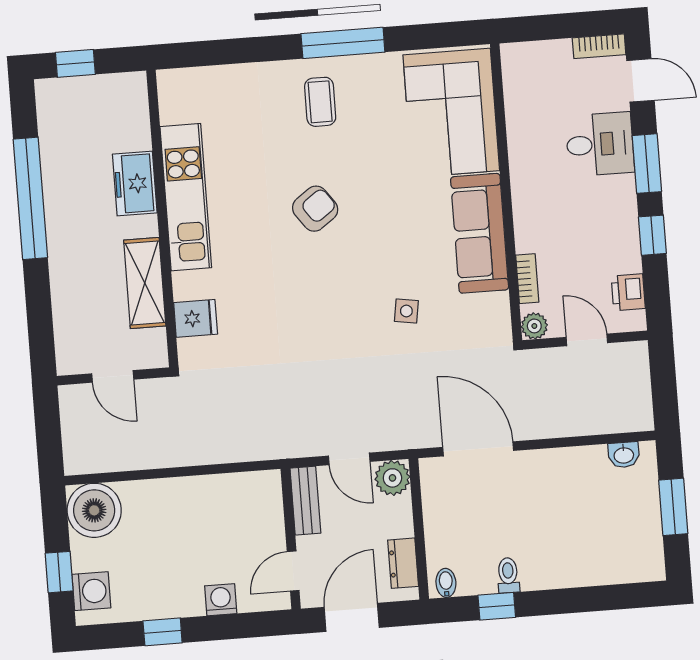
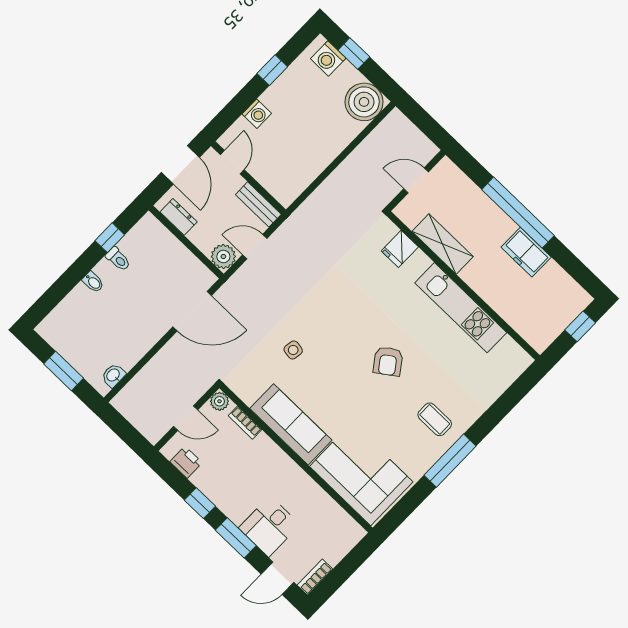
freezer: (135, 184) -> (526, 252), moved, turned 180
window: (30, 198) -> (518, 213), moved
bidet: (446, 583) -> (93, 282), moved

